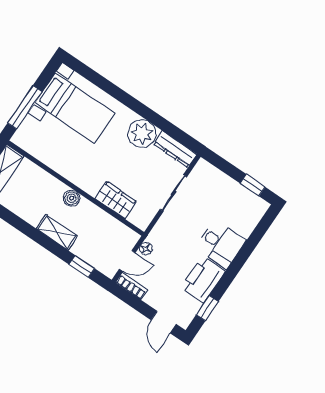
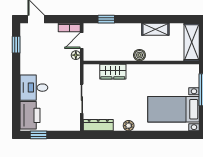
plant: (142, 134) -> (129, 126), width x0.53, depth x0.53
shelving: (57, 232) -> (155, 29), moved
printer: (203, 279) -> (30, 115), moved

